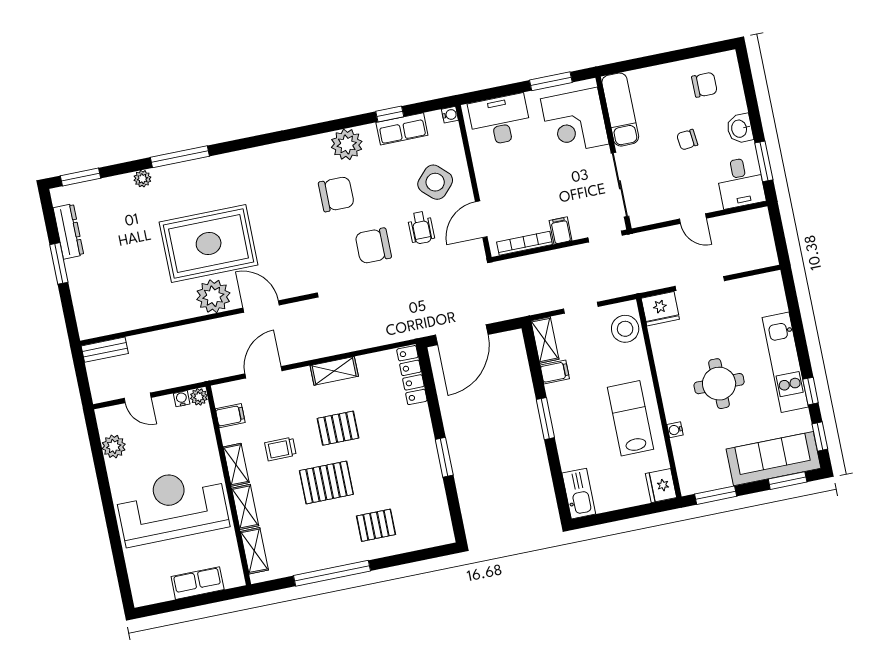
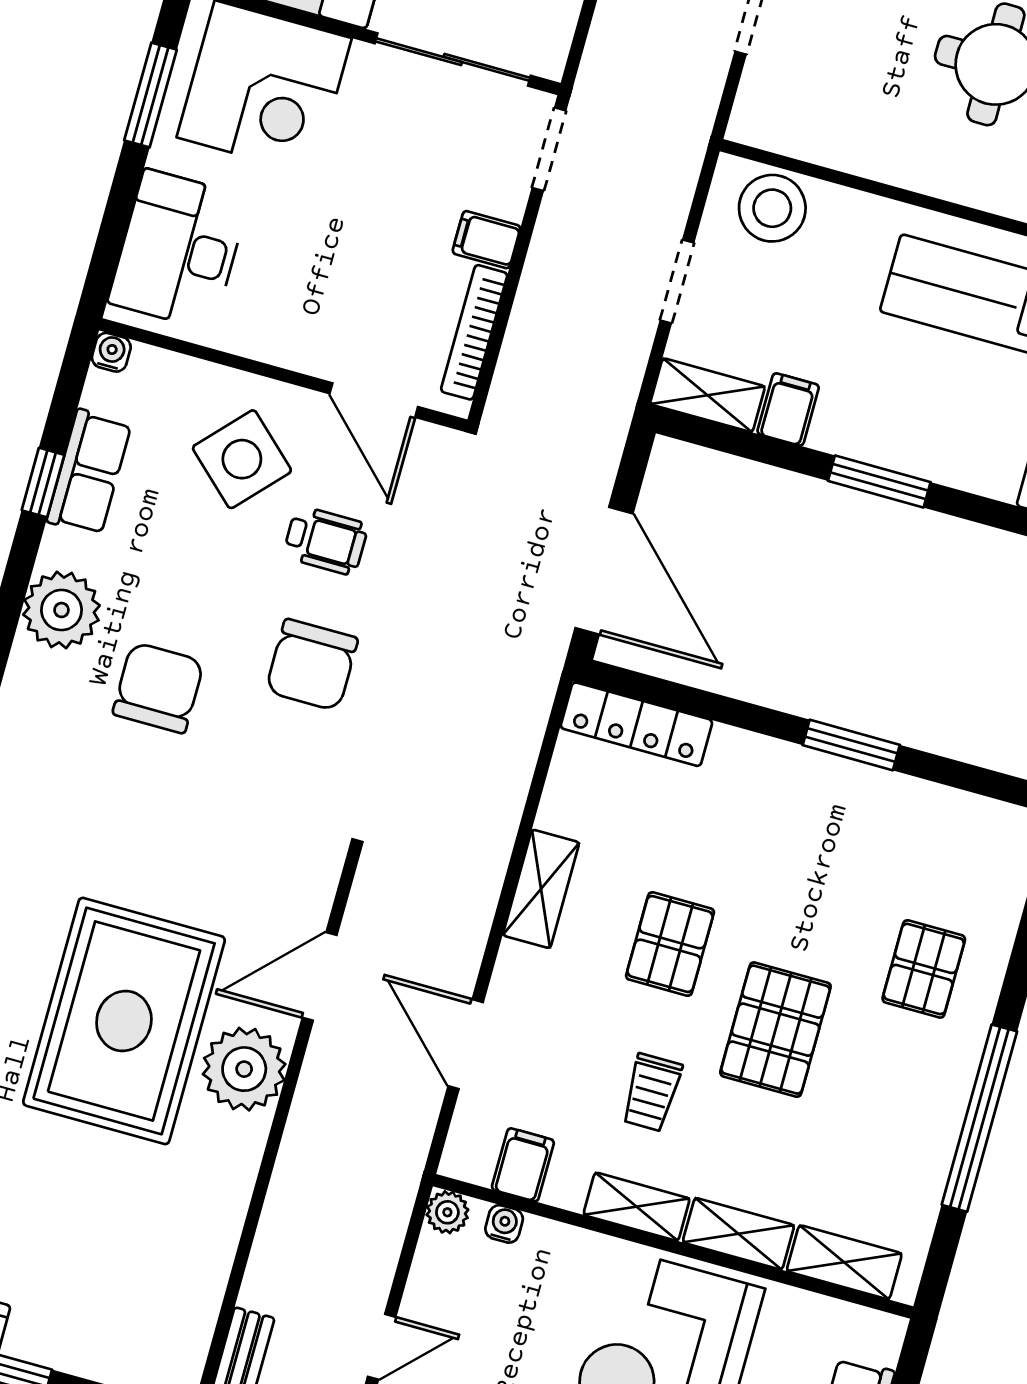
fridge: (660, 309) -> (768, 109), removed
water cooler: (182, 399) -> (504, 1224), moved, turned 90

